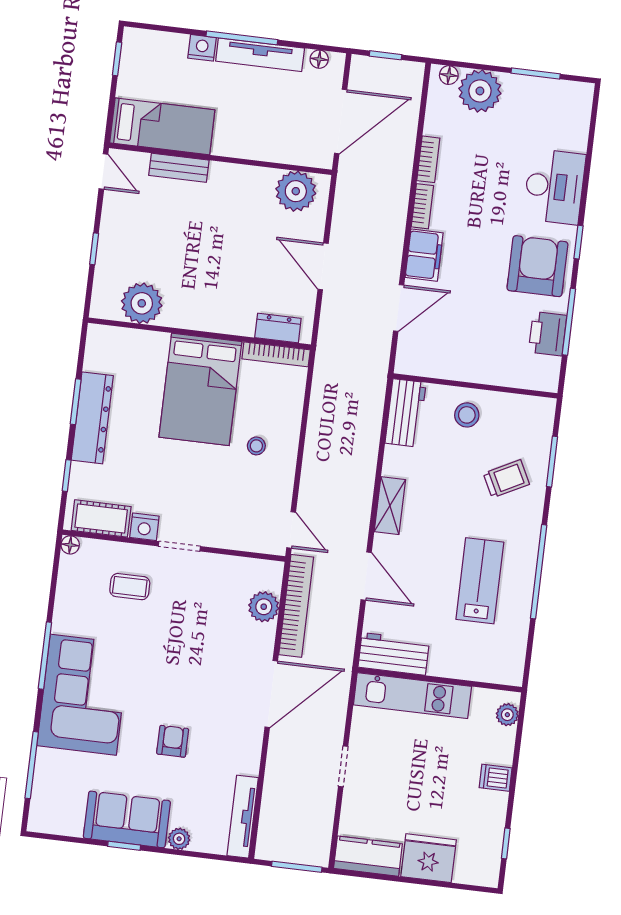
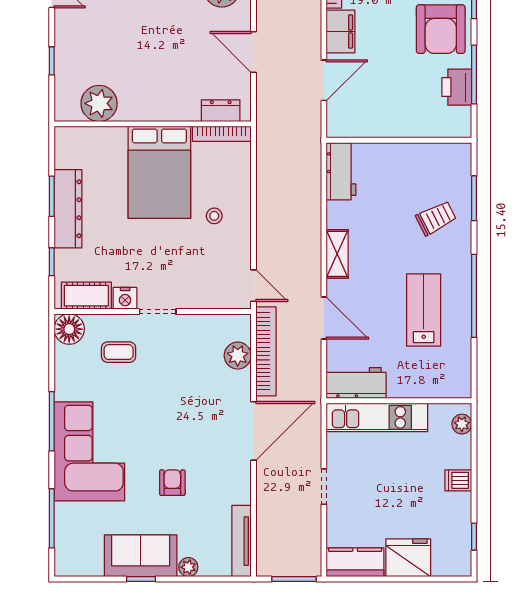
armchair: (537, 266) -> (441, 29), turned 180
stool: (467, 415) -> (395, 167), removed
floor lamp: (70, 545) -> (69, 329), width x1.89, depth x1.89

